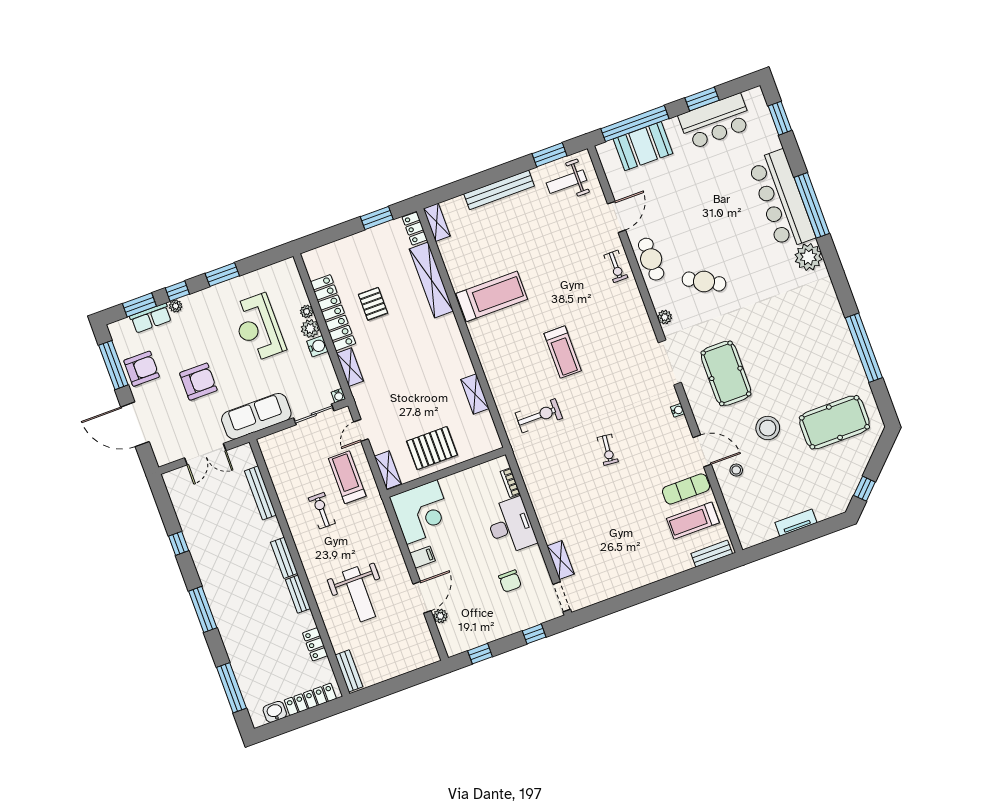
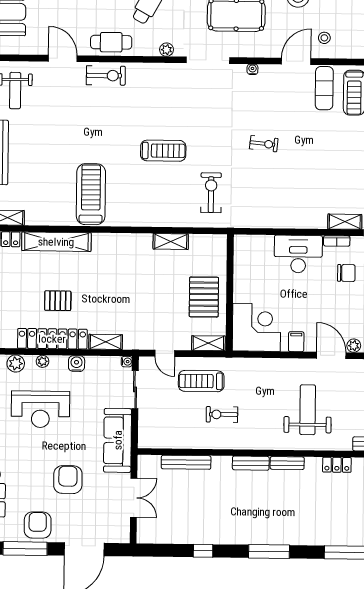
exercise bike: (616, 266) -> (106, 76), width x1.38, depth x1.39
plant: (310, 329) -> (16, 364), moved
bookcase: (510, 483) -> (337, 241), moved
weight bench: (359, 594) -> (308, 410), turned -90

